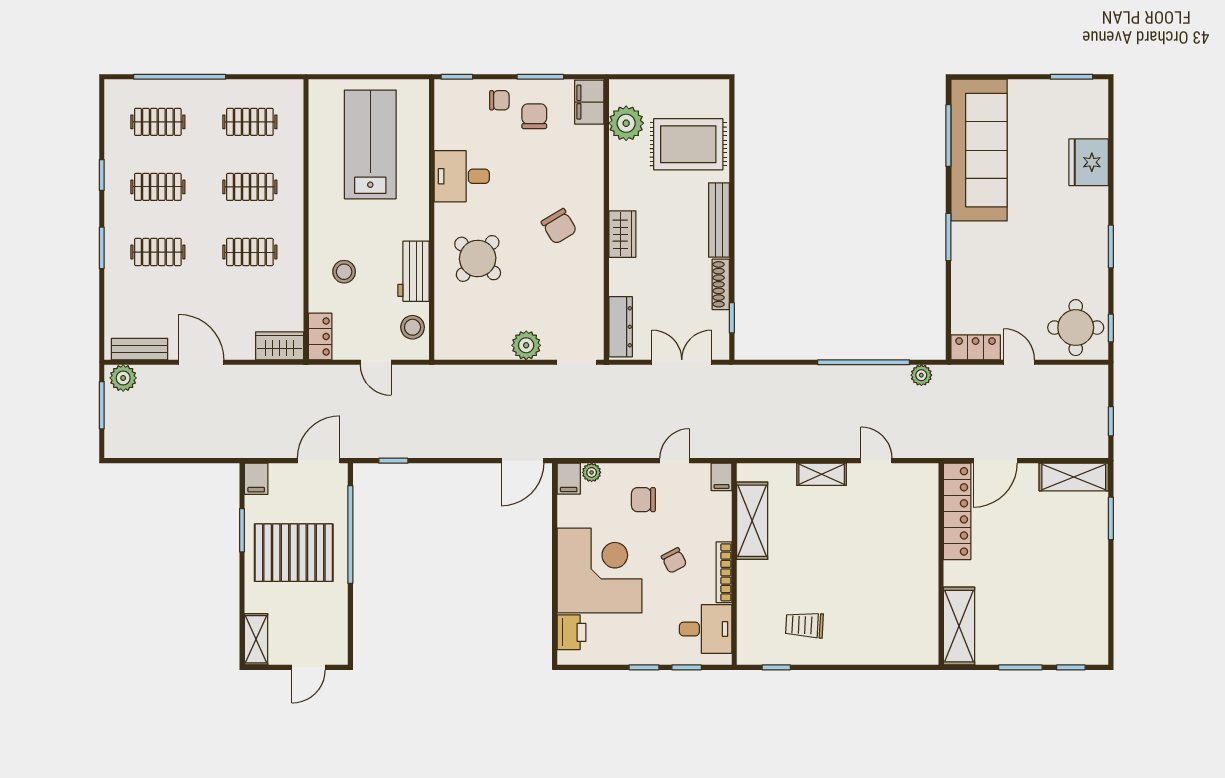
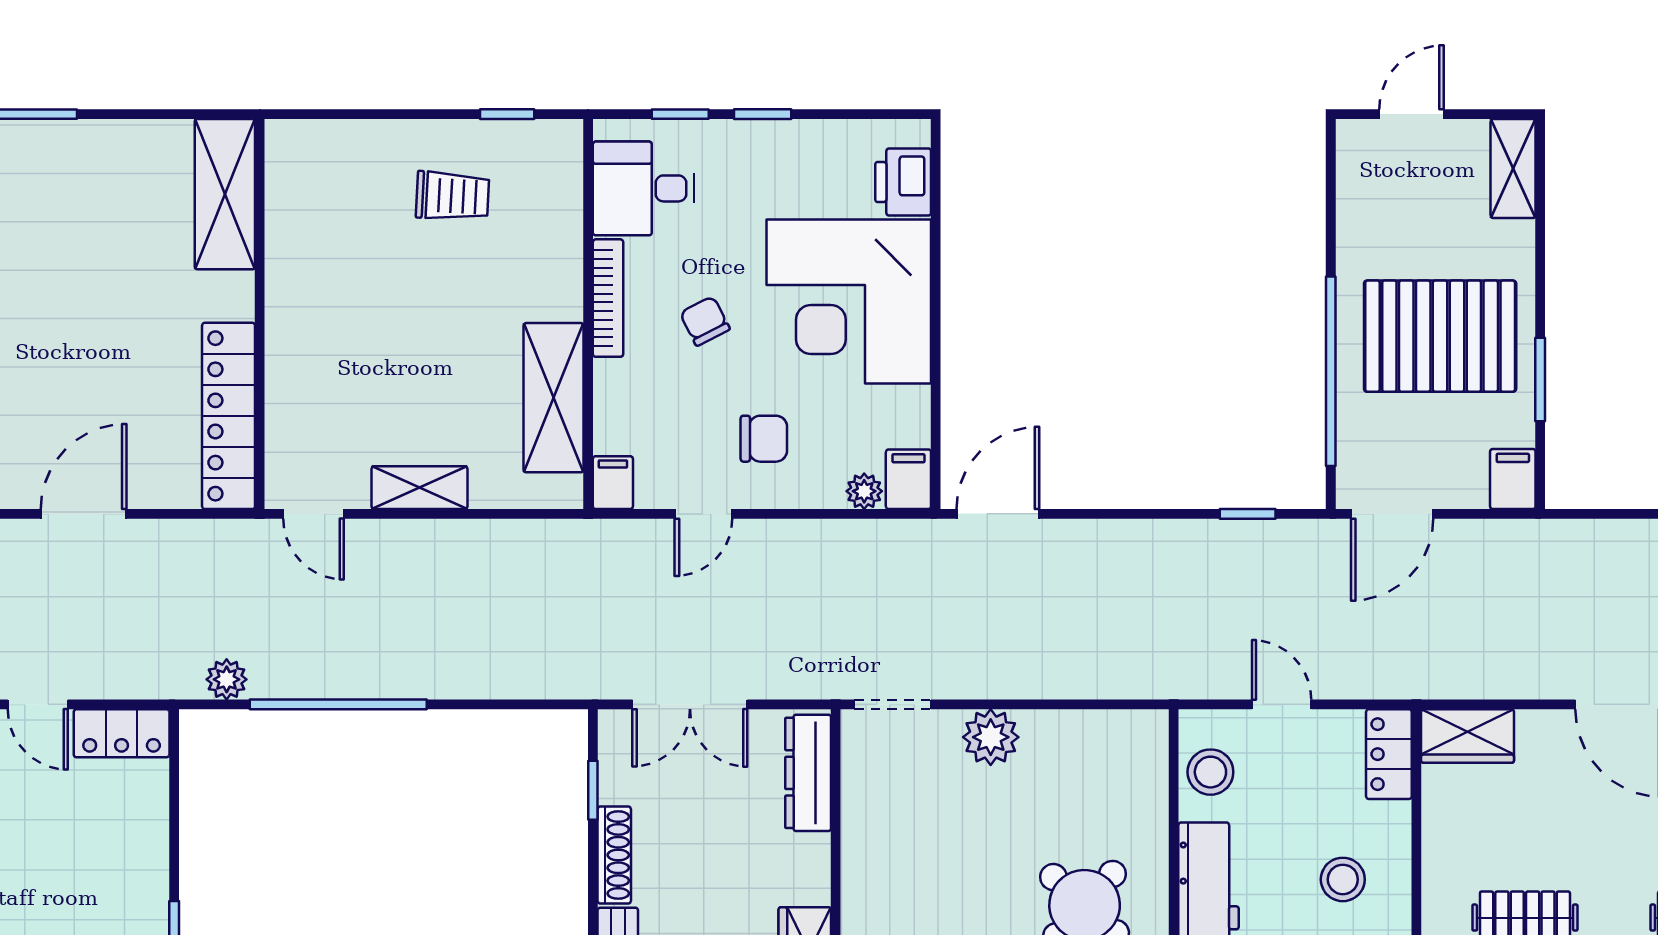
locker: (957, 511) -> (229, 416), moved
wall: (941, 564) -> (260, 314), moved
shelving: (959, 626) -> (225, 194), moved

